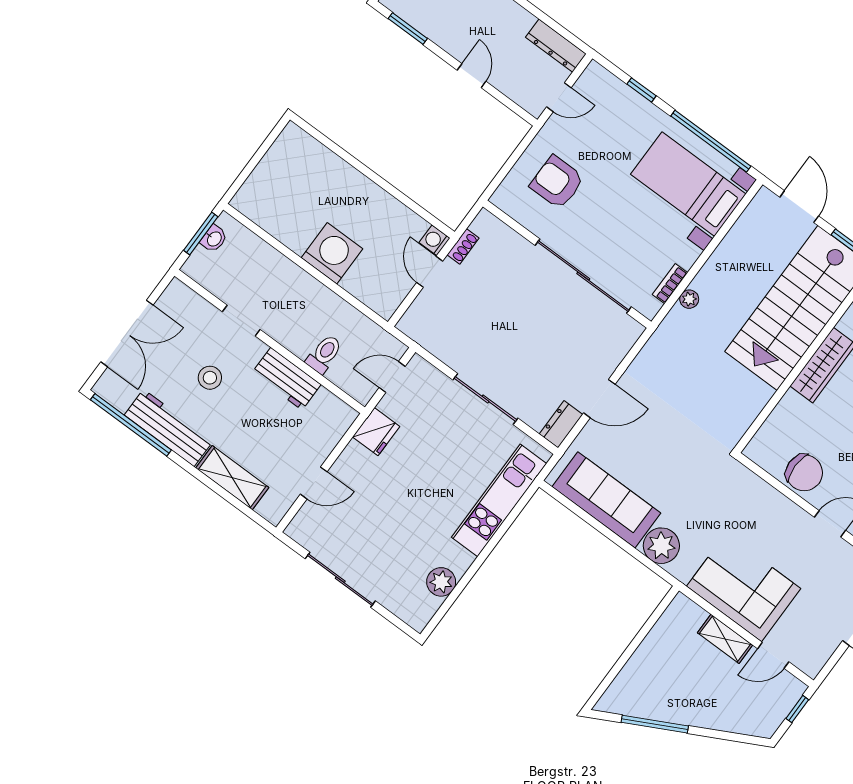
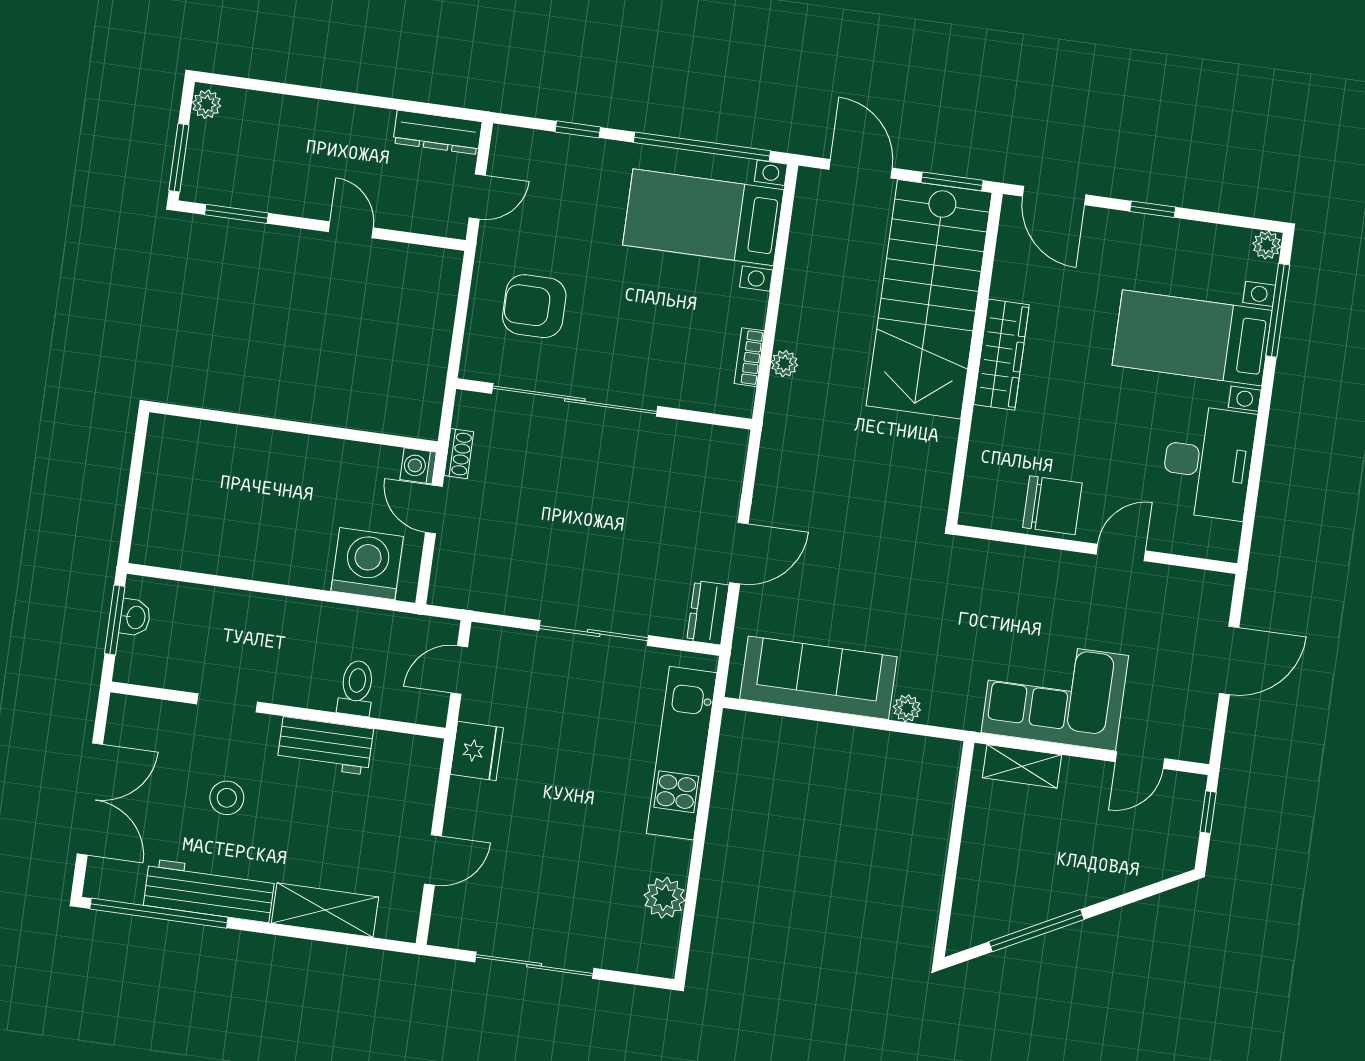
washing machine: (332, 253) -> (367, 564), moved
sliding door: (583, 276) -> (575, 400), moved
plant: (661, 546) -> (907, 708), width x0.53, depth x0.53
shelving: (725, 639) -> (1022, 766), moved

